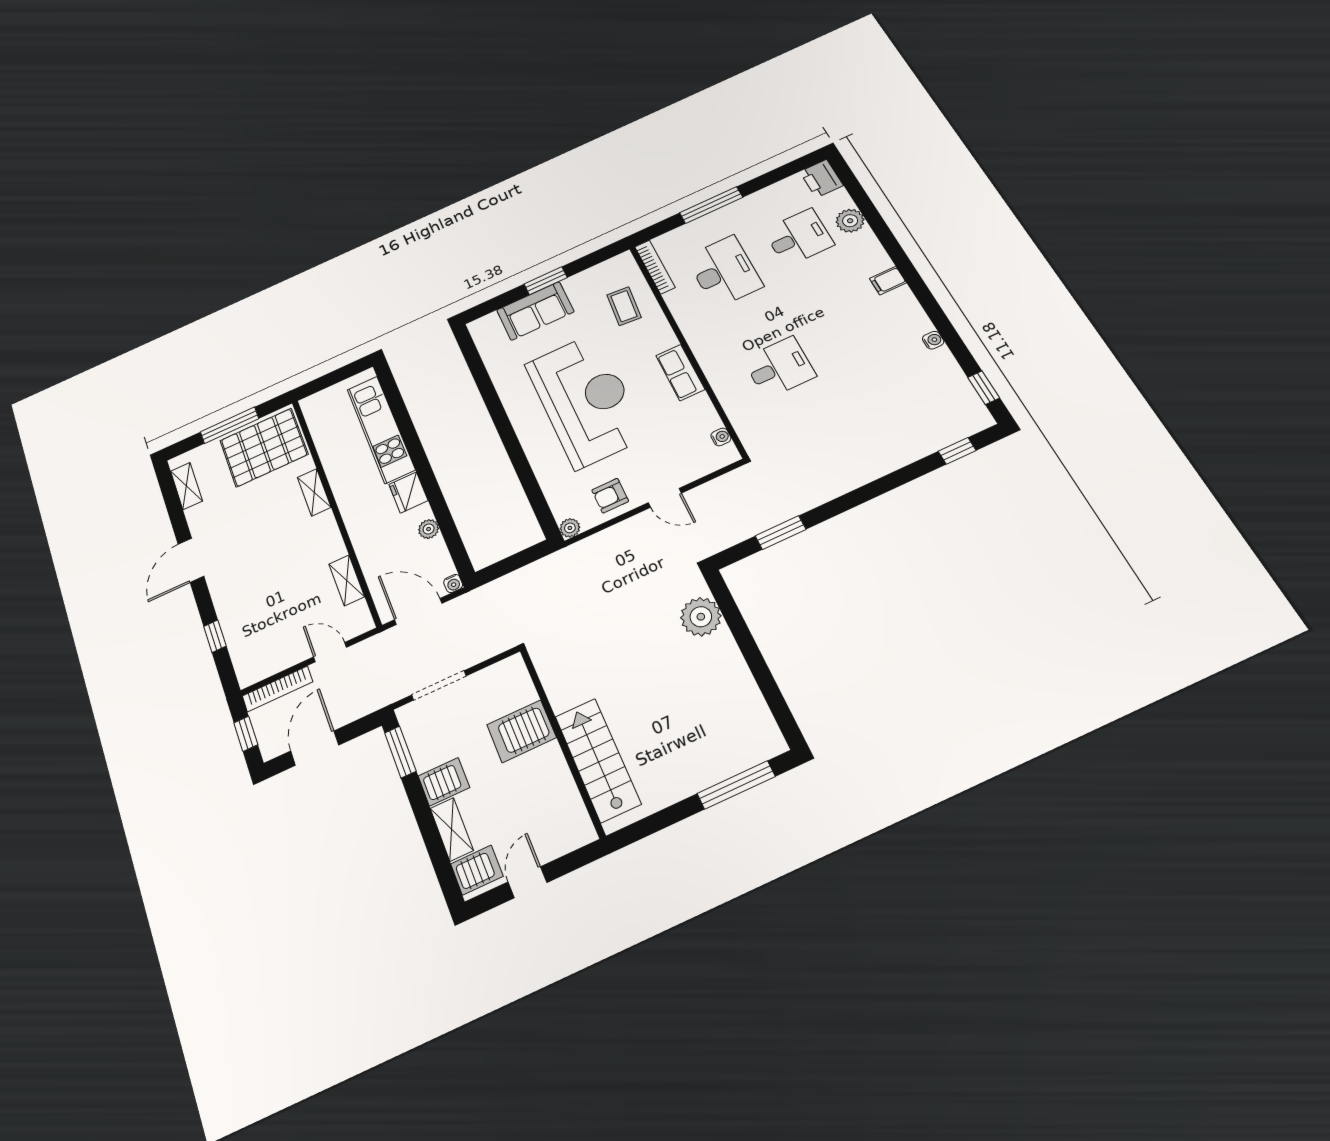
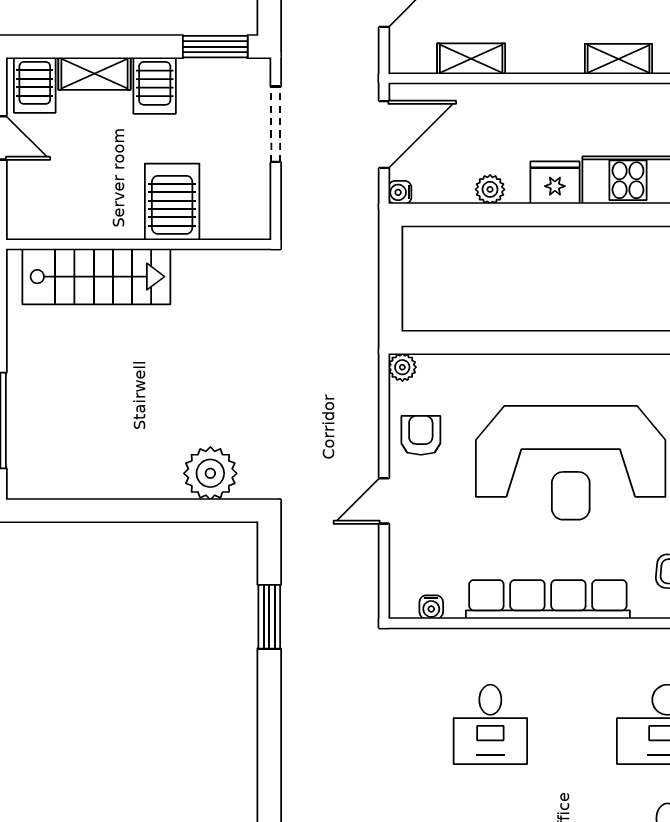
row of seats: (680, 372) -> (548, 599), width x2.02

